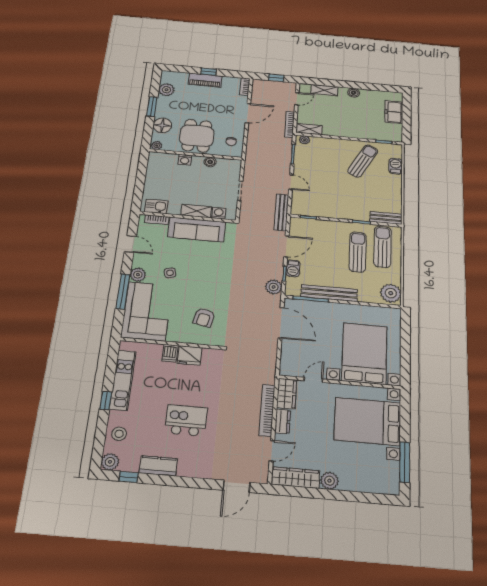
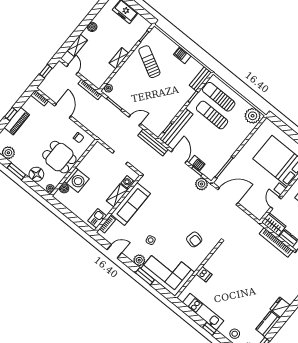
shelving: (309, 129) -> (119, 58), moved
washing machine: (185, 160) -> (77, 180), width x1.89, depth x1.89
boiler: (210, 162) -> (64, 188), moved
barbecue: (396, 166) -> (182, 55), moved
window: (123, 291) -> (145, 276), width x0.69
bench: (329, 293) -> (176, 127), moved
fridge: (190, 355) -> (280, 307), moved, turned 180
kitchen island: (186, 420) -> (252, 292), removed

